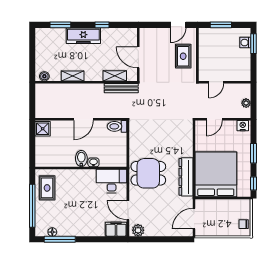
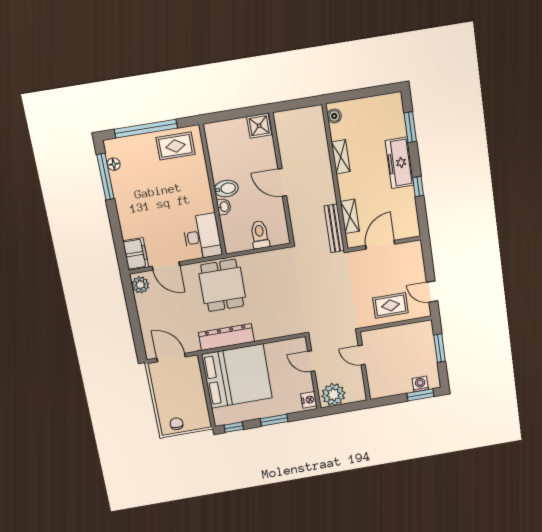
plant: (246, 103) -> (333, 395), width x1.87, depth x1.87
toilet: (117, 126) -> (260, 235), moved
door: (128, 210) -> (166, 266), swing flipped

